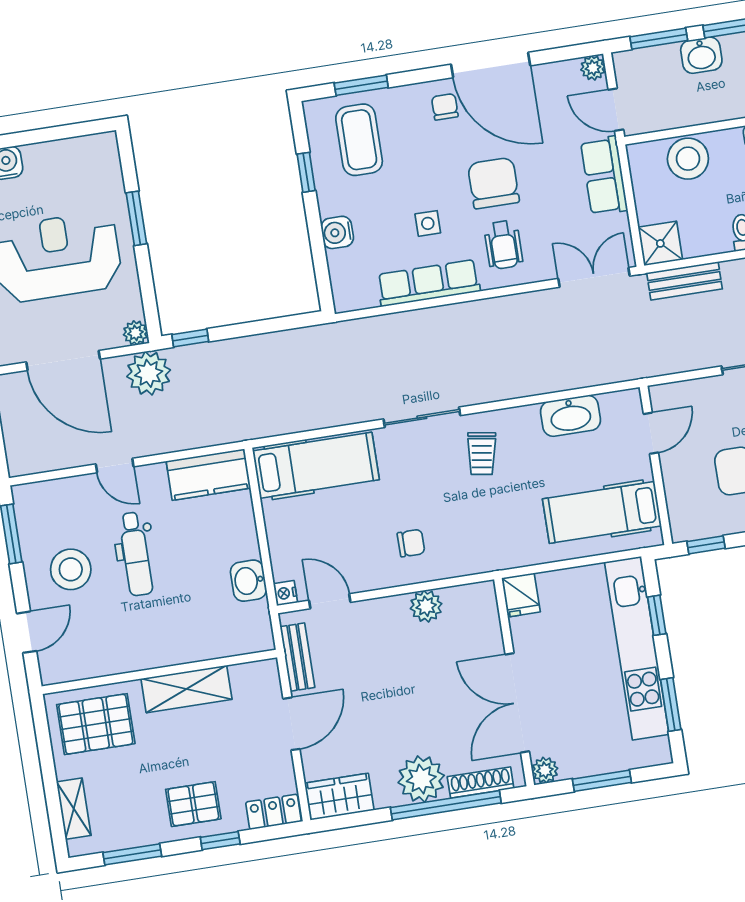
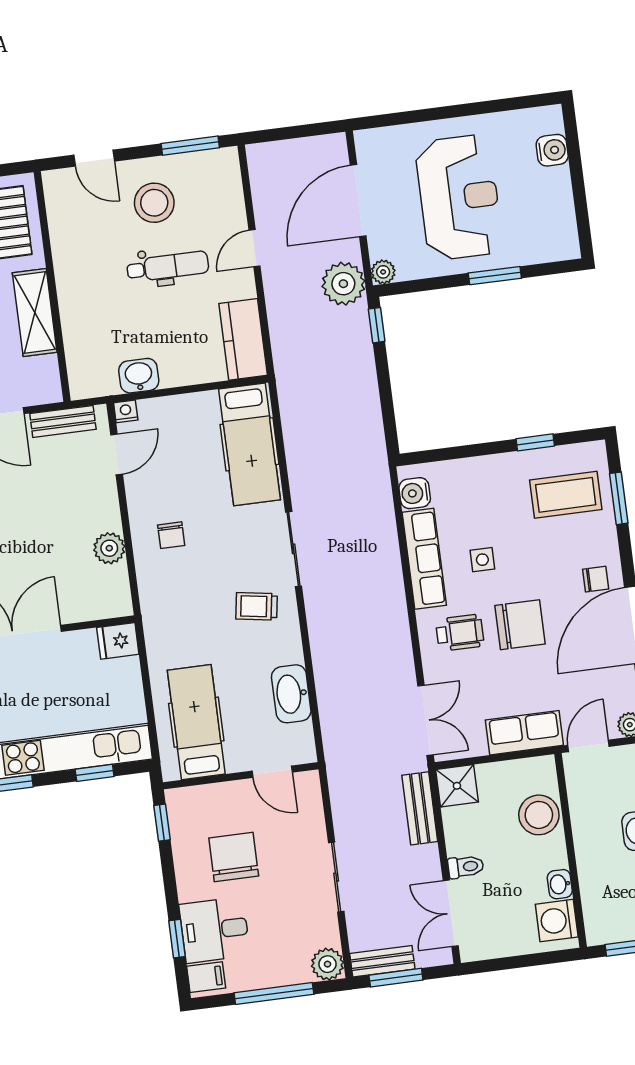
water cooler: (337, 232) -> (415, 493), moved, turned -90
wheelchair: (503, 245) -> (460, 633), turned 180
dental chair: (136, 554) -> (168, 267), turned 180

